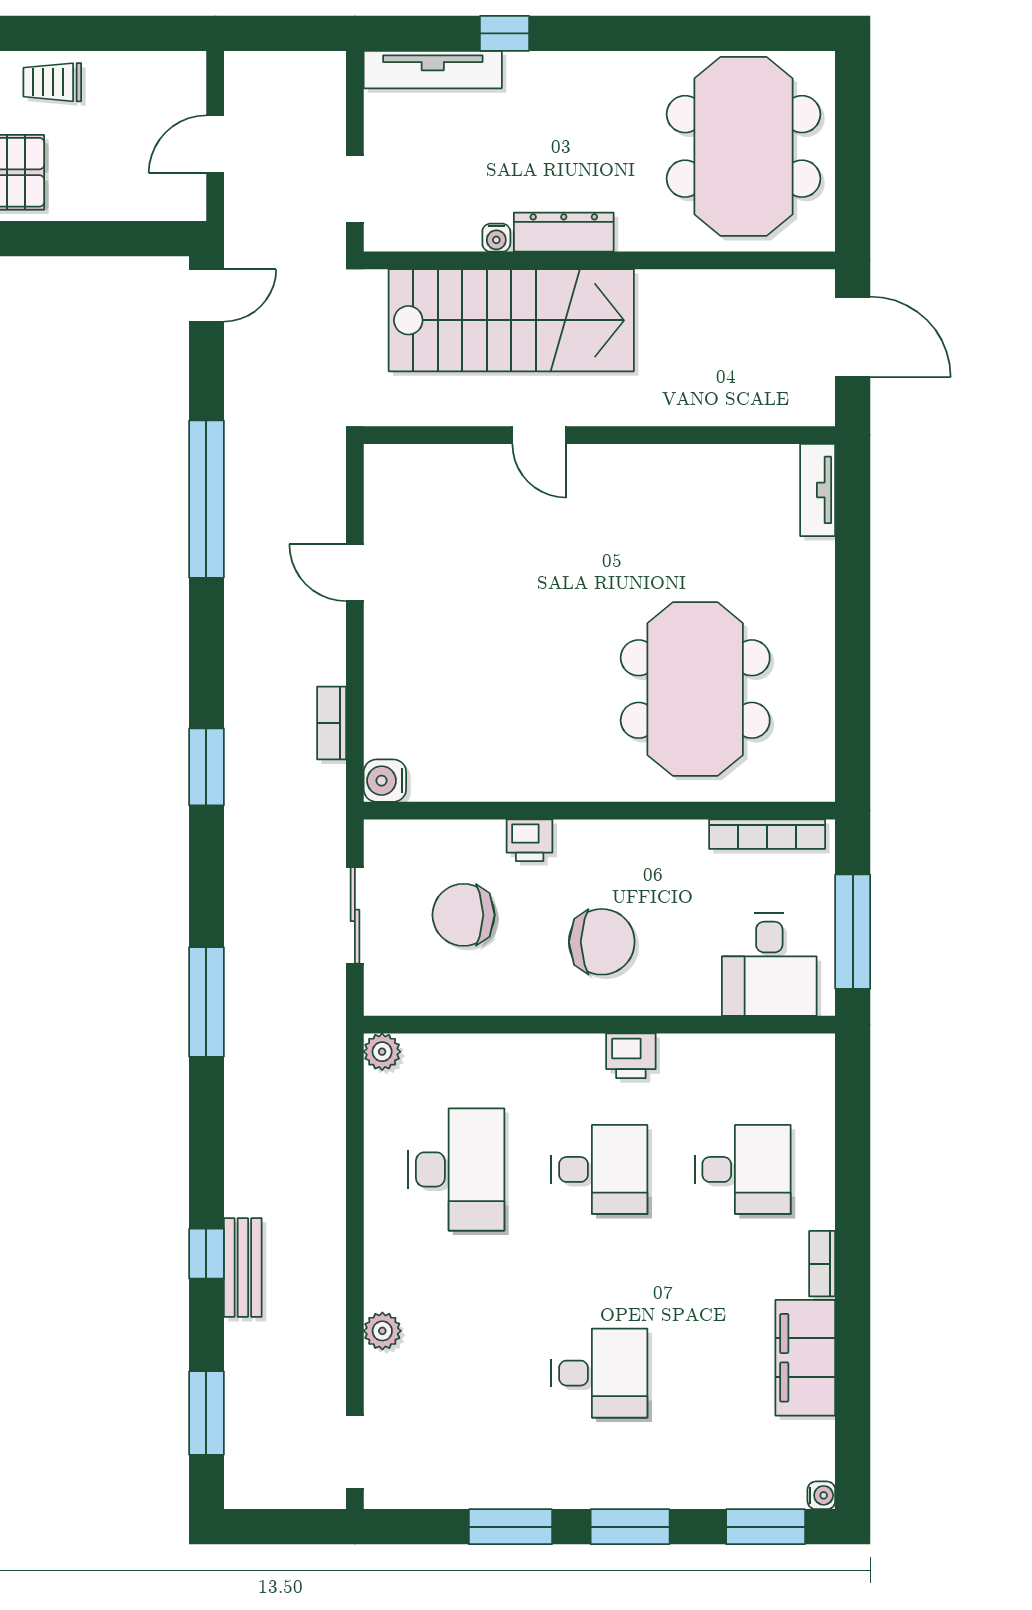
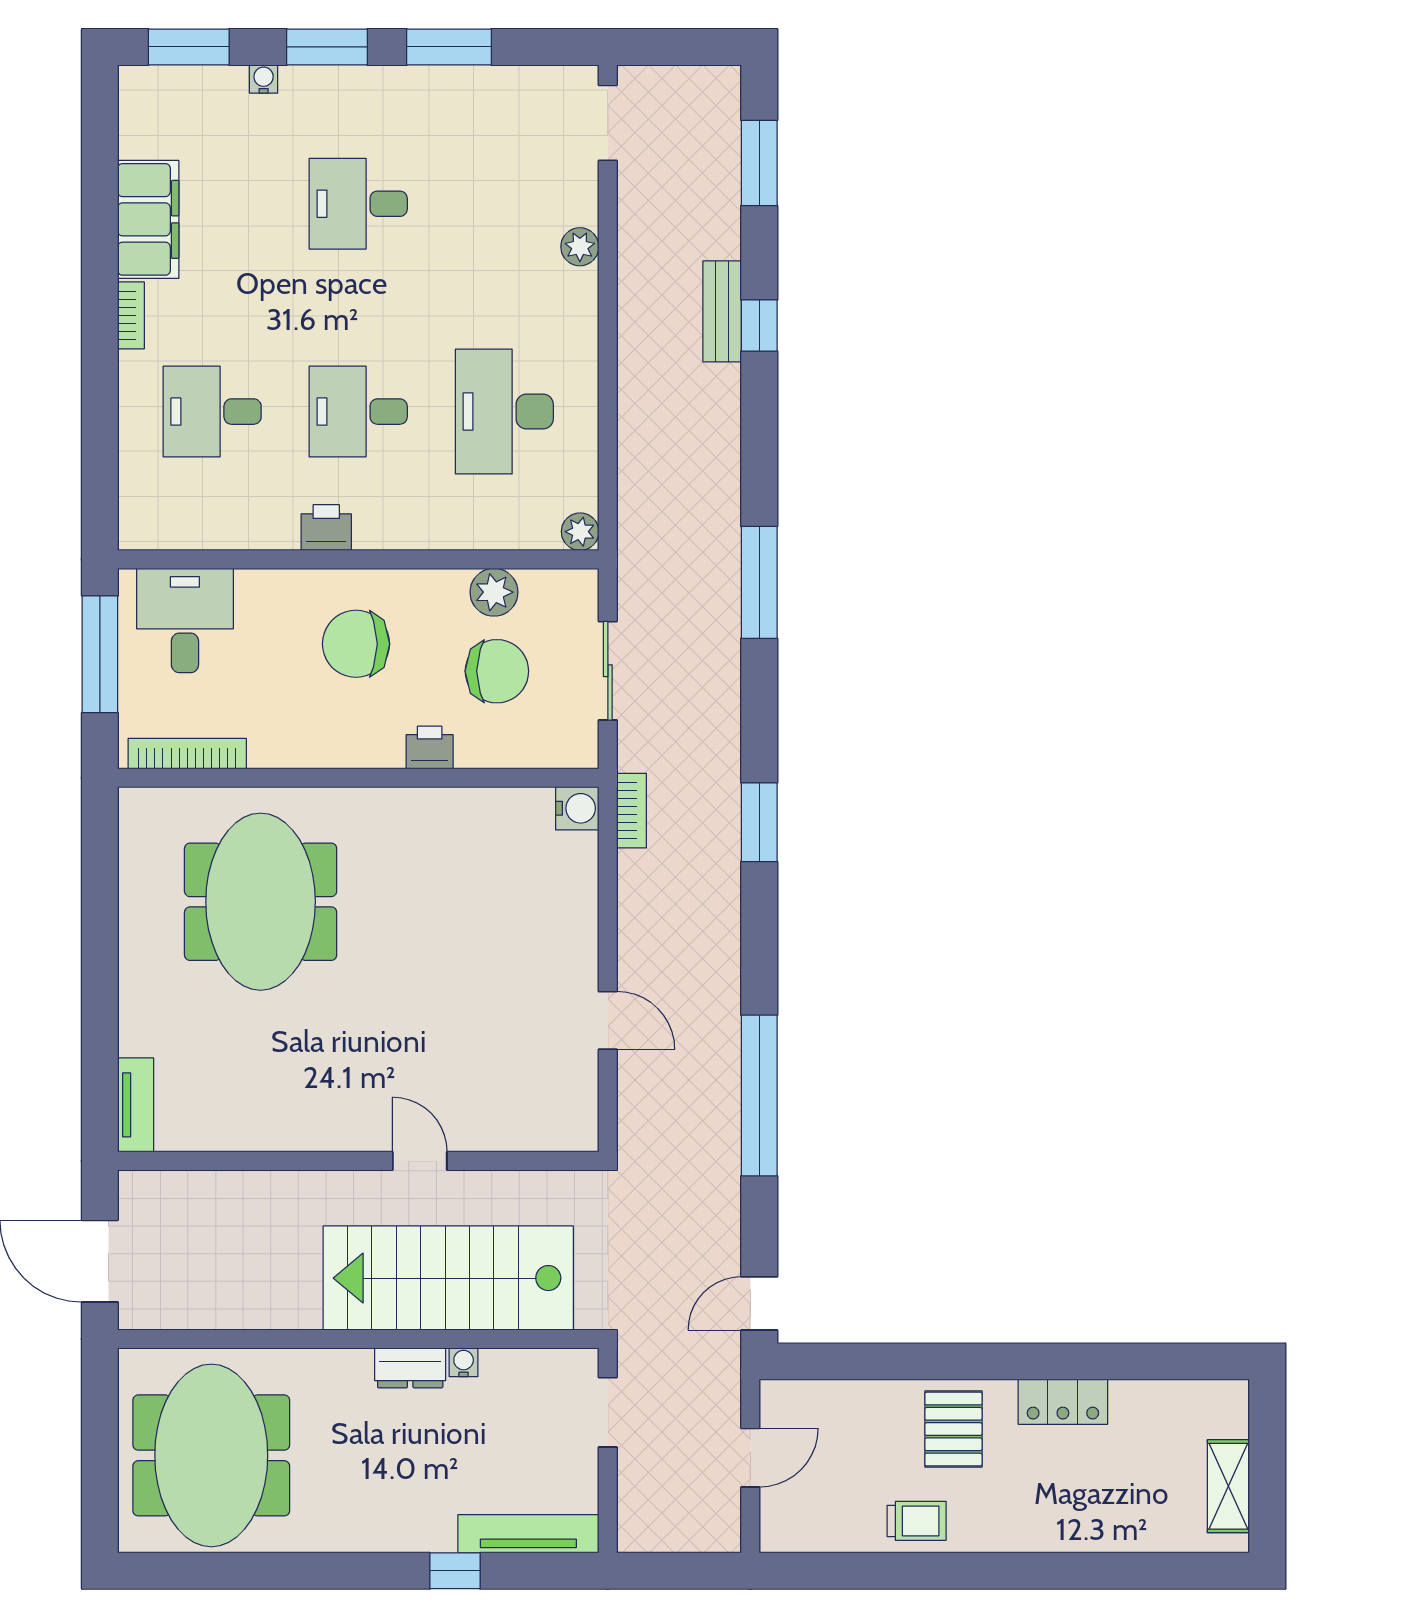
dresser: (564, 232) -> (410, 1368), width x0.70
bookcase: (332, 723) -> (632, 811), moved
plant: (466, 992) -> (494, 592), added
water cooler: (821, 1495) -> (264, 79), moved, turned 90

